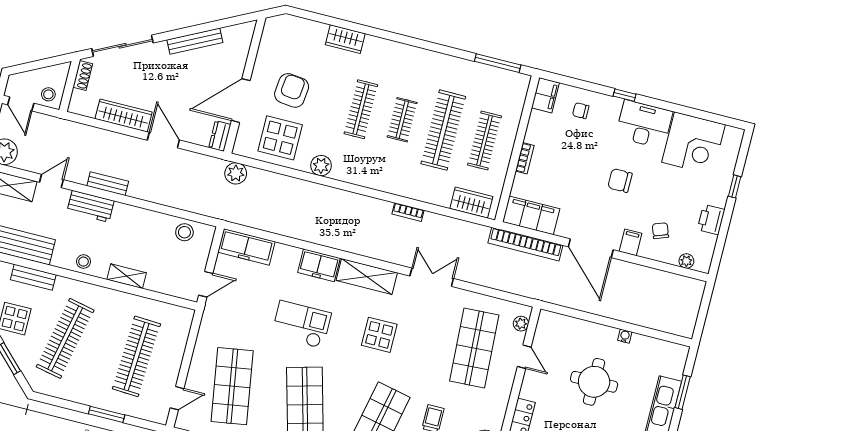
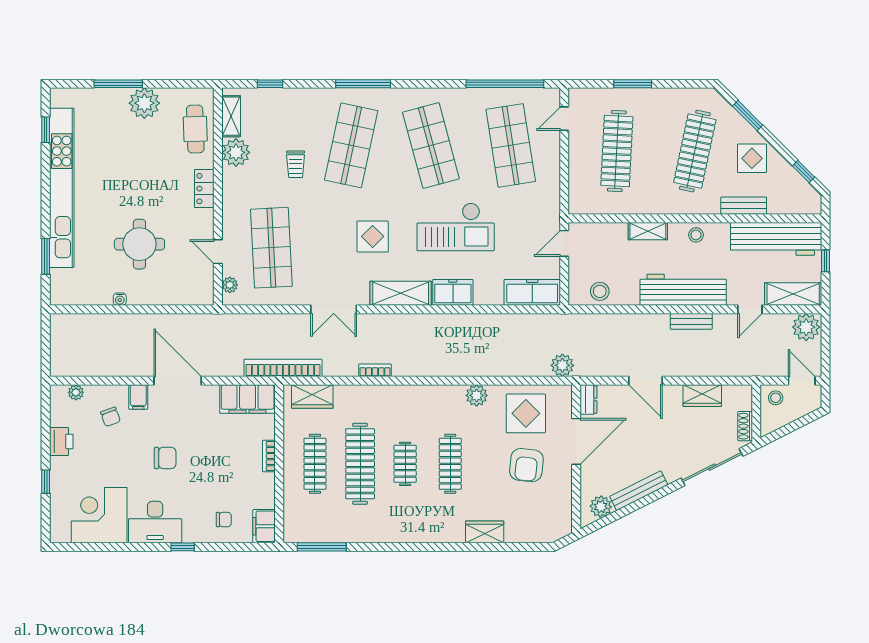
plant: (233, 35) -> (601, 507), added
wardrobe: (124, 115) -> (702, 396), width x0.67
workbench: (90, 206) -> (683, 290), width x1.88, depth x1.32
bookcase: (525, 244) -> (283, 368), moved
checkout: (301, 325) -> (456, 227), width x1.36, depth x1.21

